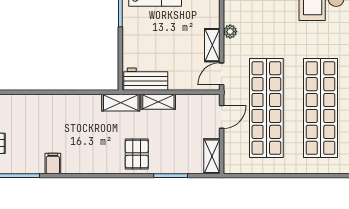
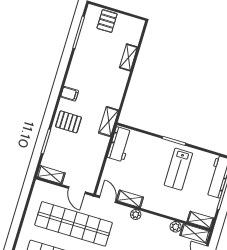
shelving: (158, 102) -> (128, 57), moved
filing cabinet: (53, 164) -> (70, 94), moved

